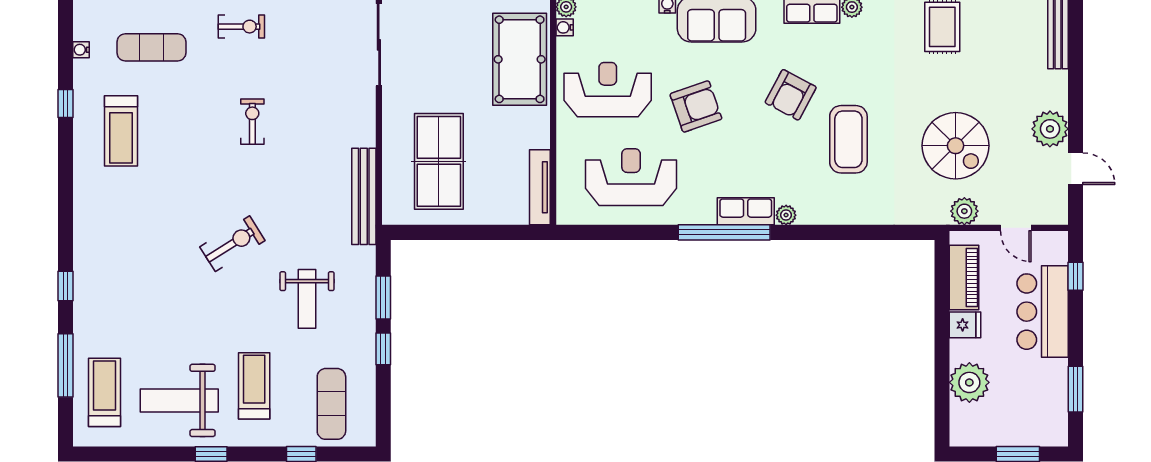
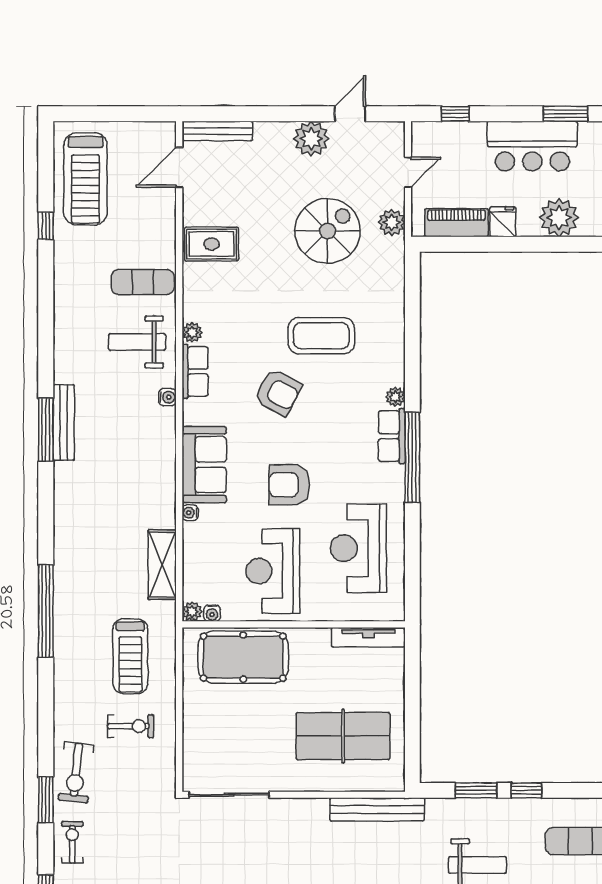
armchair: (696, 106) -> (289, 485), turned -71
bar counter: (1043, 312) -> (532, 146), moved

